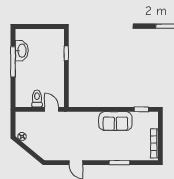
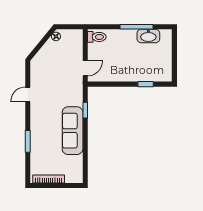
toilet: (37, 99) -> (97, 37), moved
window: (141, 109) -> (85, 110), moved
sofa: (115, 121) -> (73, 131), width x1.36

